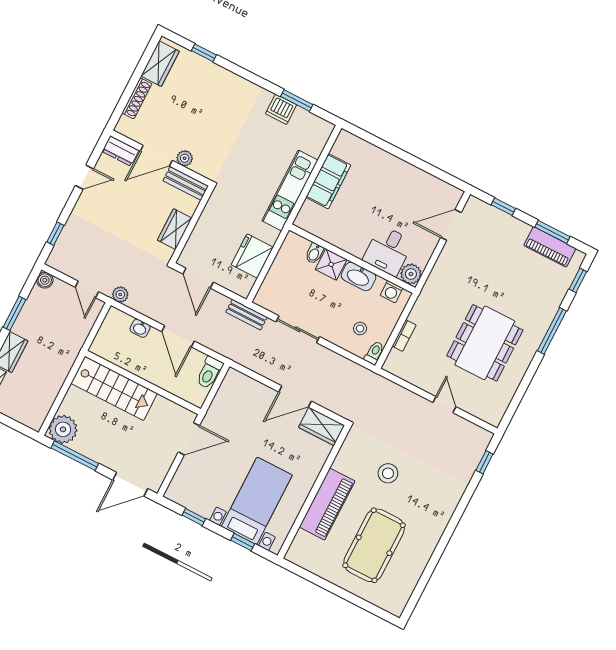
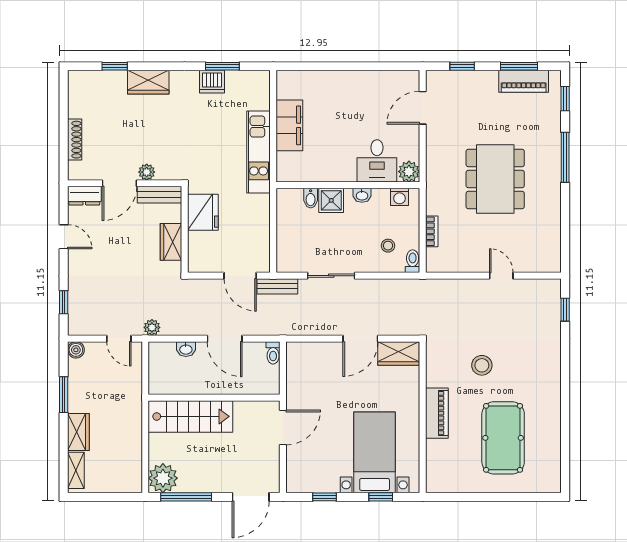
wardrobe: (160, 64) -> (148, 82), moved, turned 90
door: (84, 177) -> (64, 237), hinge flipped
fridge: (252, 256) -> (203, 212), moved, turned 180
washbasin: (359, 276) -> (362, 195), width x0.52, depth x0.69
door: (198, 278) -> (240, 276), moved
dining table: (485, 343) -> (495, 179), moved
toilet: (209, 373) -> (273, 353), width x0.73, depth x0.72
piano: (327, 504) -> (437, 413), width x0.73, depth x0.75

